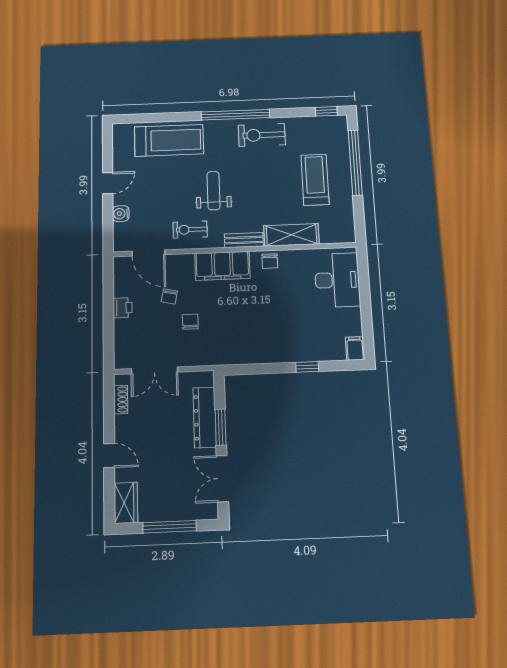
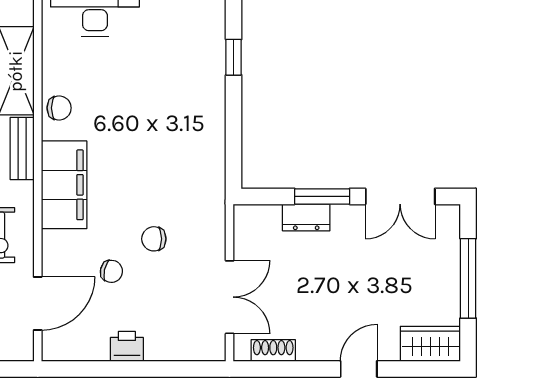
dresser: (205, 417) -> (306, 217), width x0.51, depth x0.80

